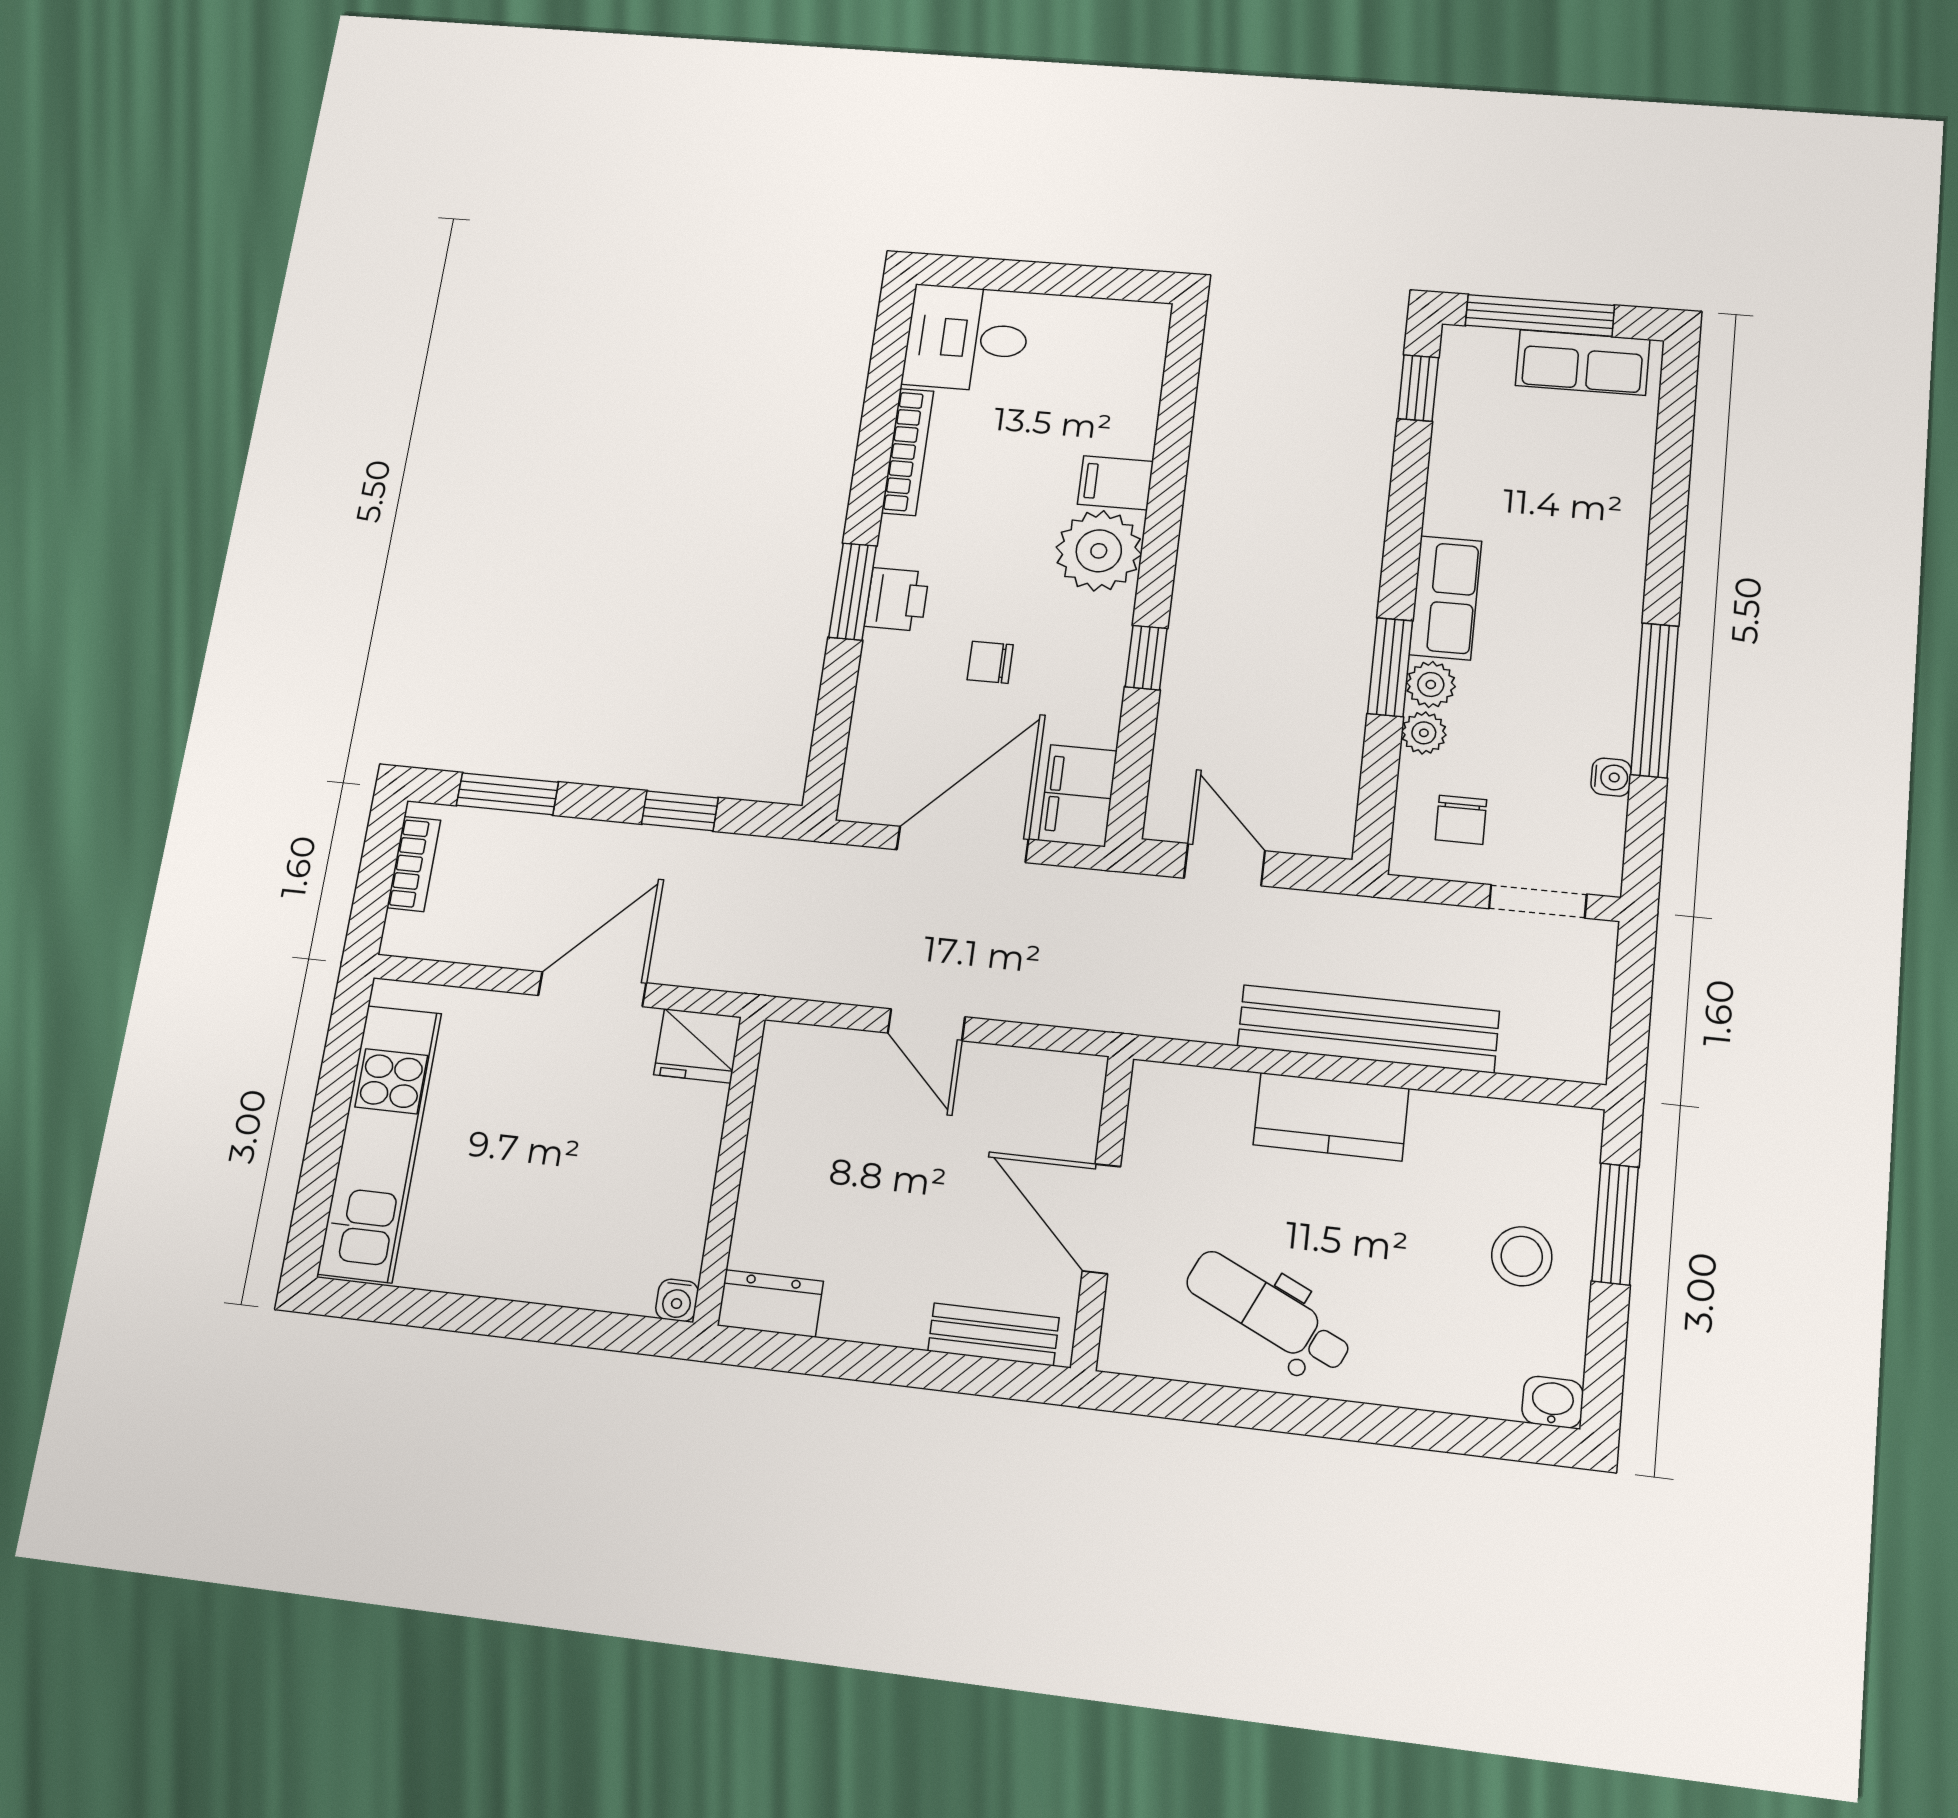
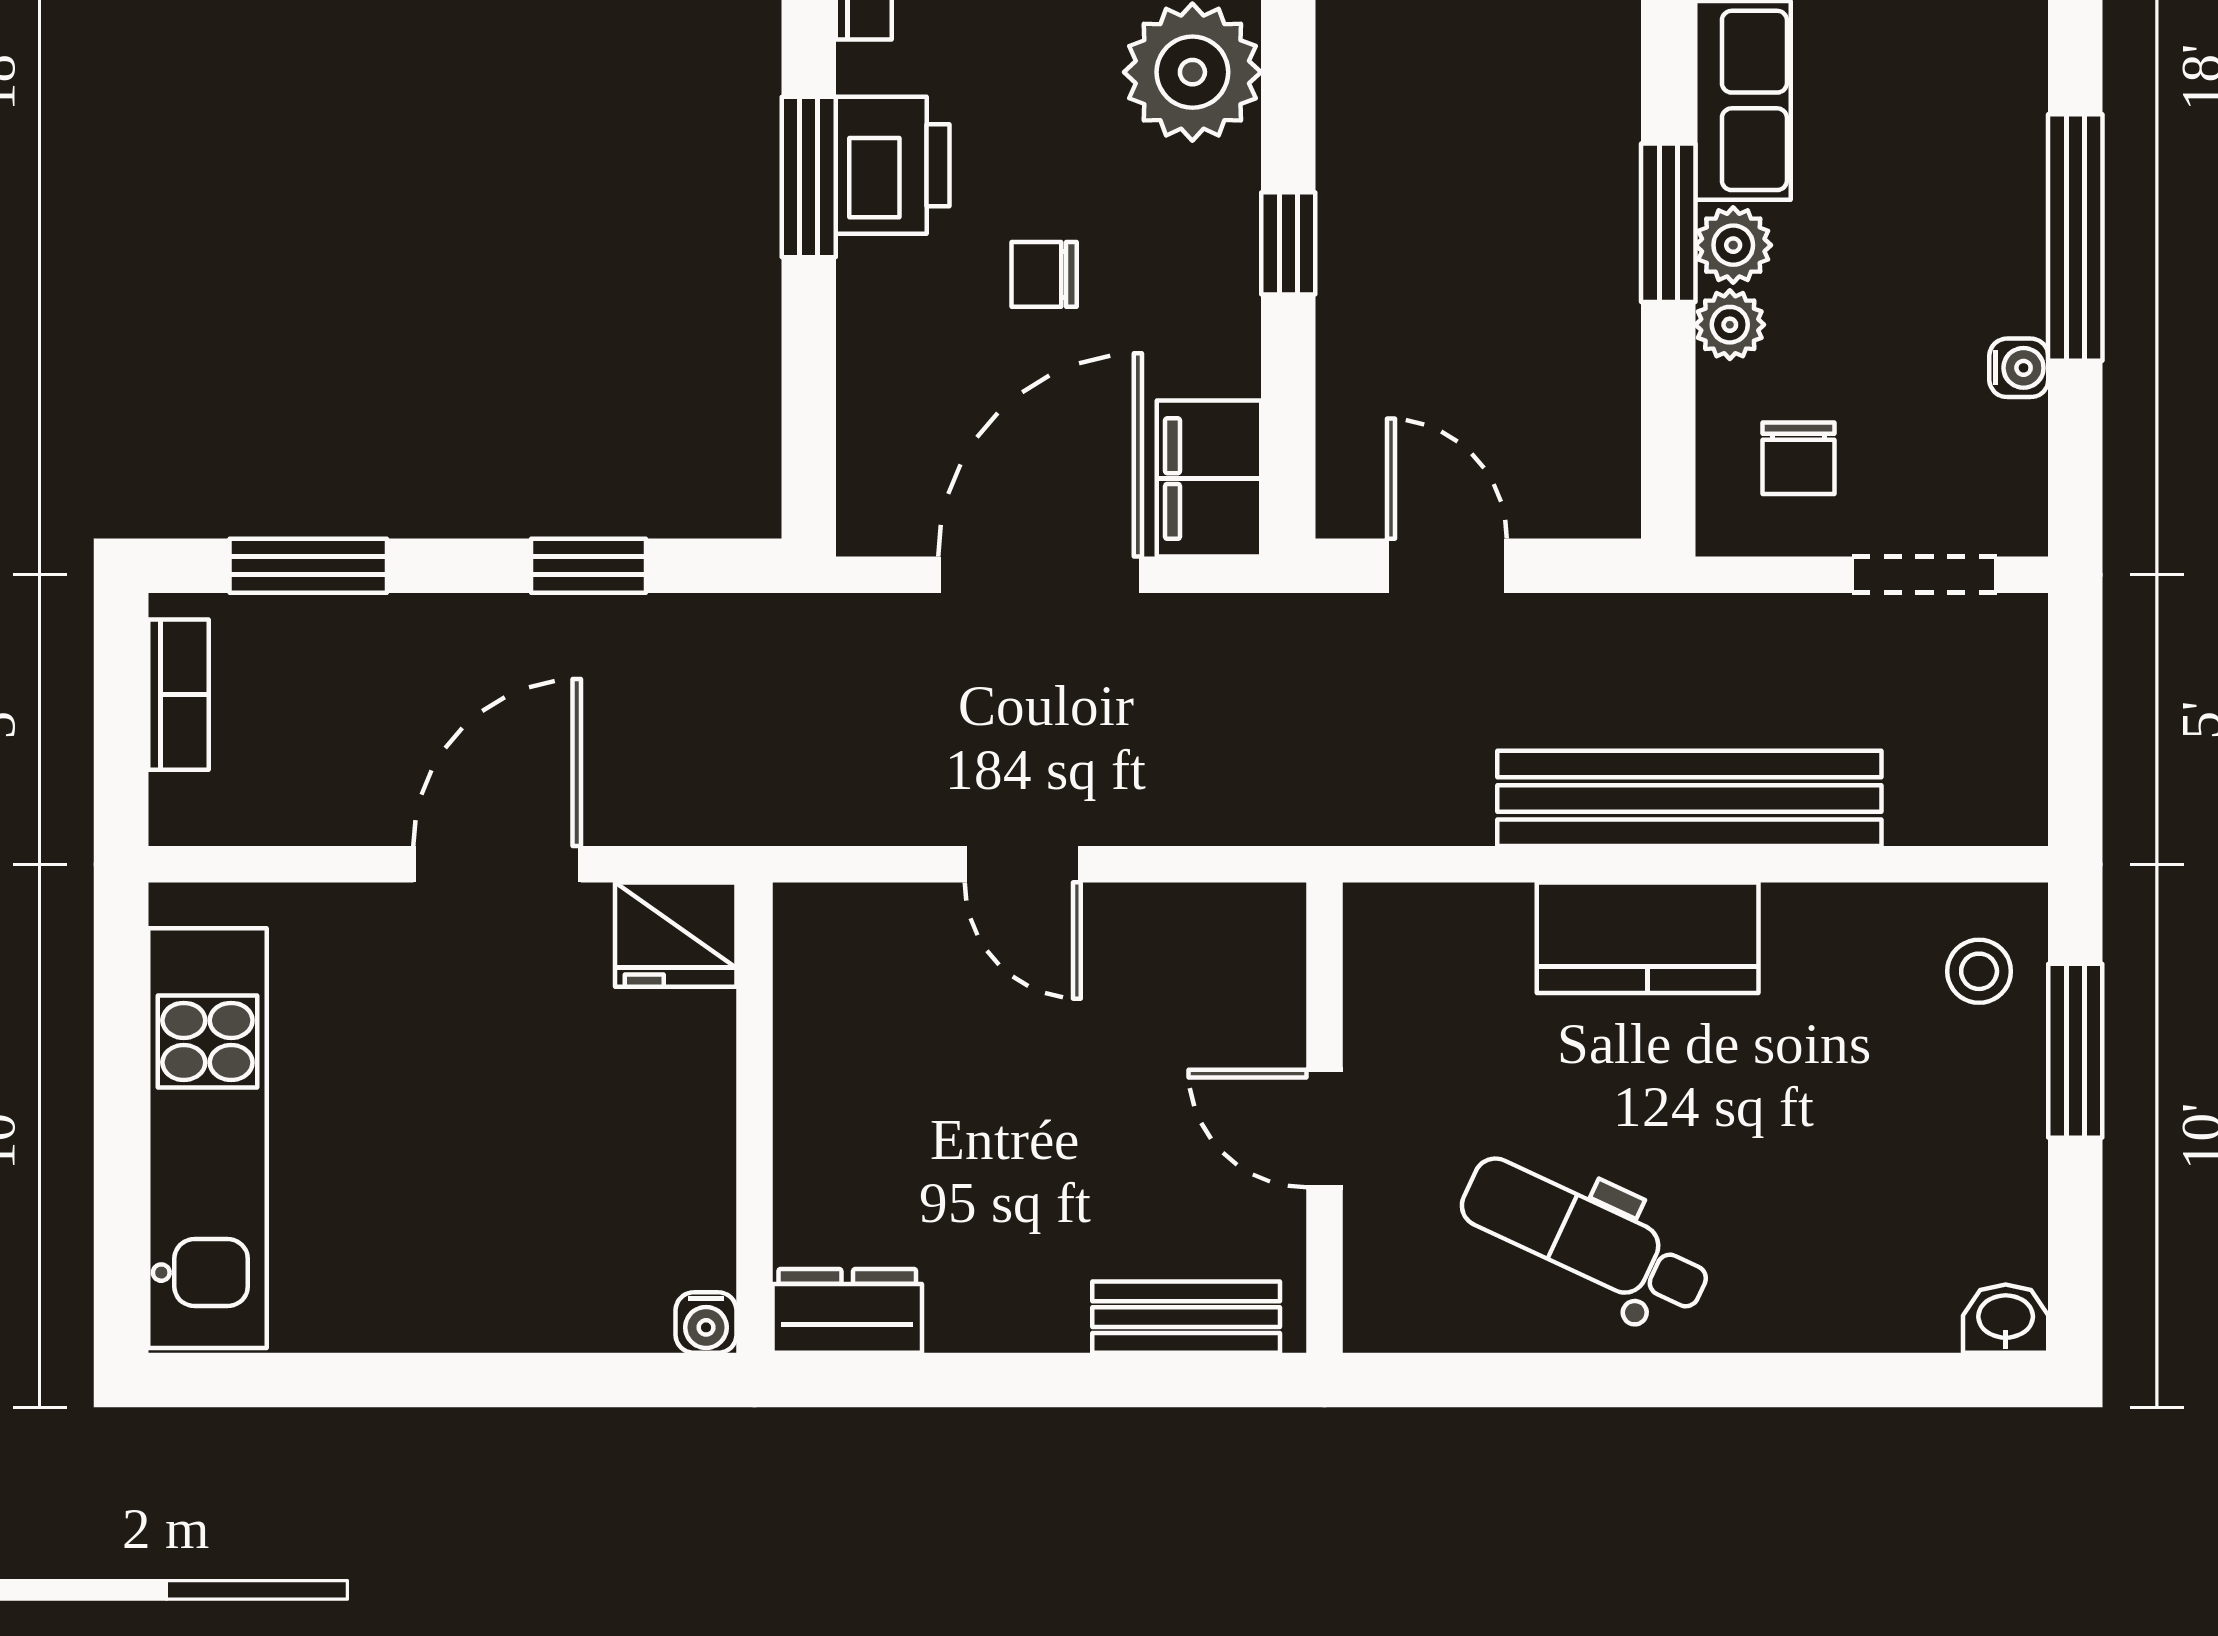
printer: (897, 599) -> (893, 165), width x1.36, depth x1.24
door: (1101, 1219) -> (1324, 1128), width x0.73
stool: (1522, 1256) -> (1979, 971), moved, width x0.73, depth x0.73

